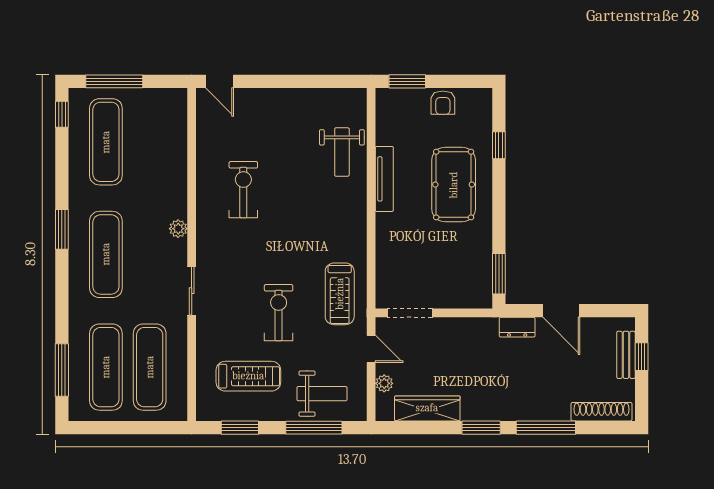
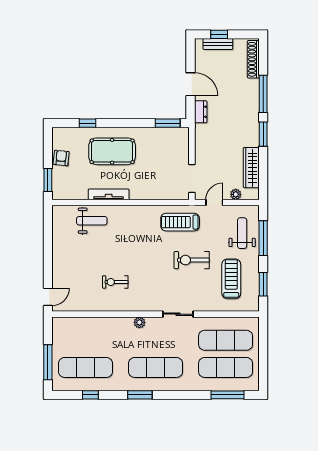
armchair: (443, 103) -> (61, 158), turned -84
window: (62, 114) -> (90, 395), moved
exercise bike: (243, 190) -> (115, 282), width x0.73, depth x0.72
treadmill: (340, 294) -> (180, 222), turned 180
door: (561, 311) -> (191, 84), hinge flipped

